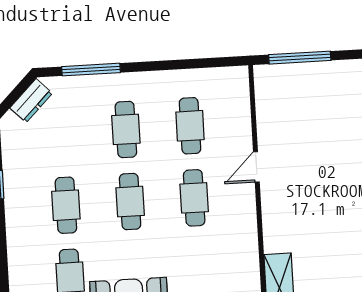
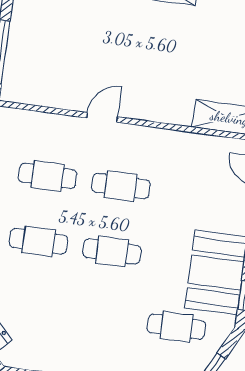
door: (256, 167) -> (102, 117), swing flipped
cafe table: (66, 205) -> (103, 317), removed

